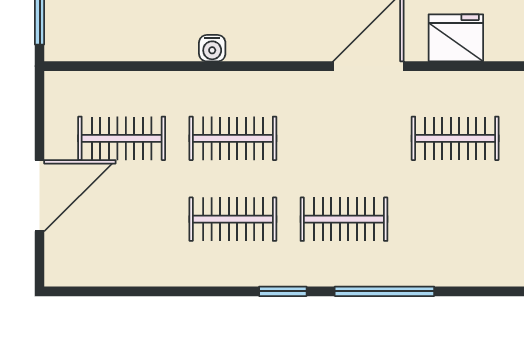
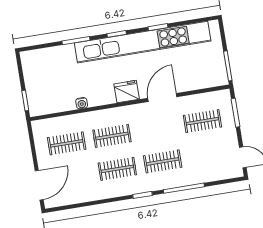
fridge: (456, 38) -> (127, 92), moved
water cooler: (212, 48) -> (82, 103), moved
door: (40, 196) -> (39, 185), moved

